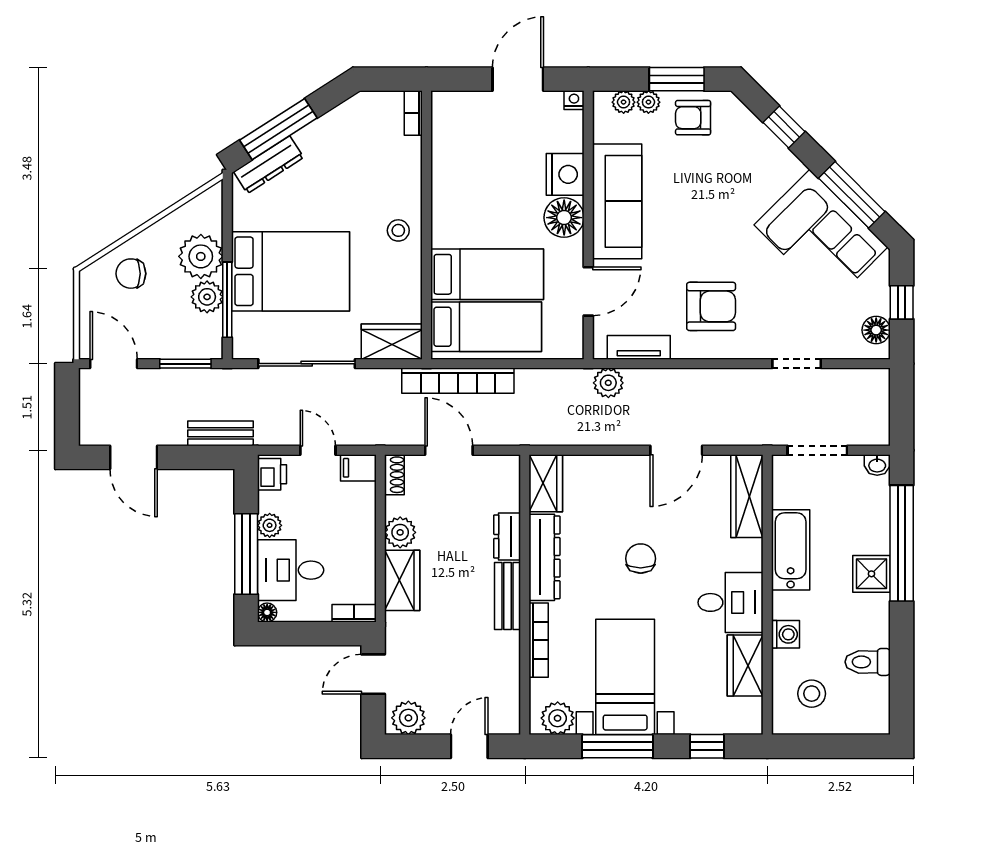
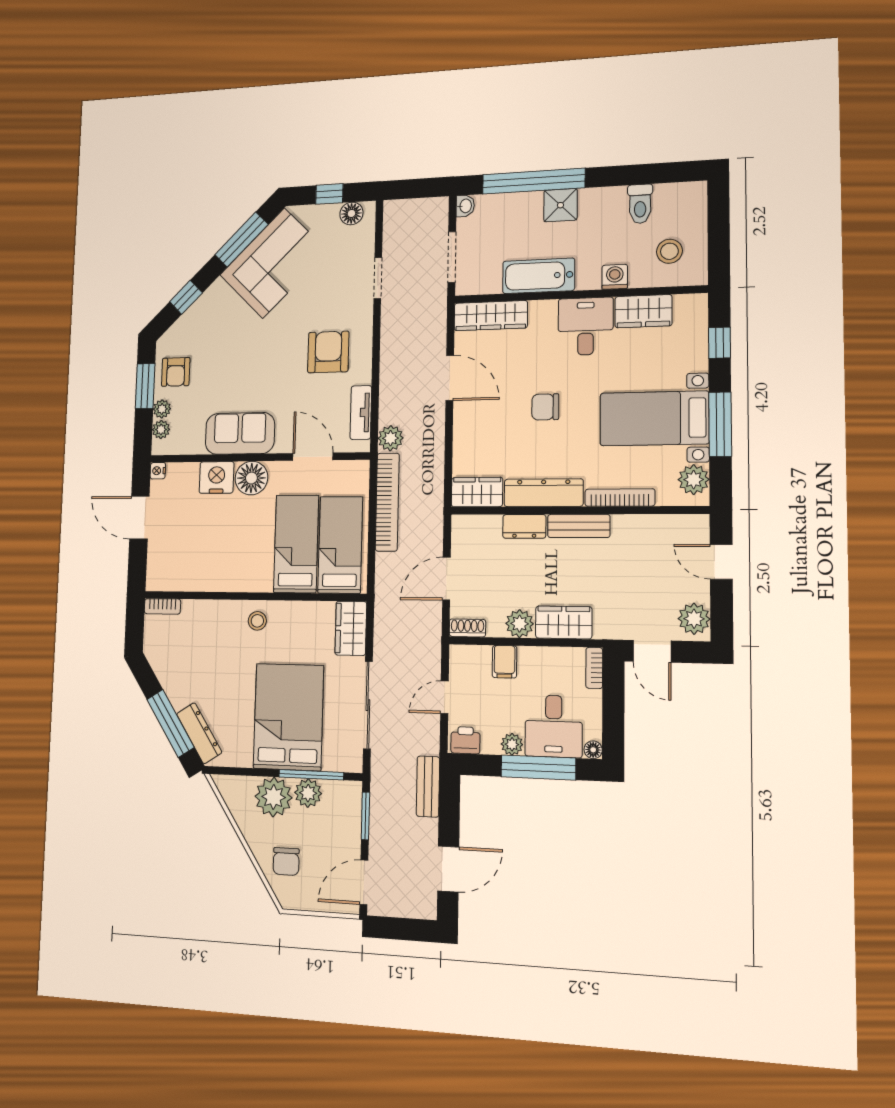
sofa: (617, 201) -> (240, 433), width x0.73
bookcase: (458, 381) -> (387, 502), moved
filing cabinet: (358, 468) -> (505, 662), moved

